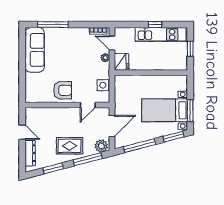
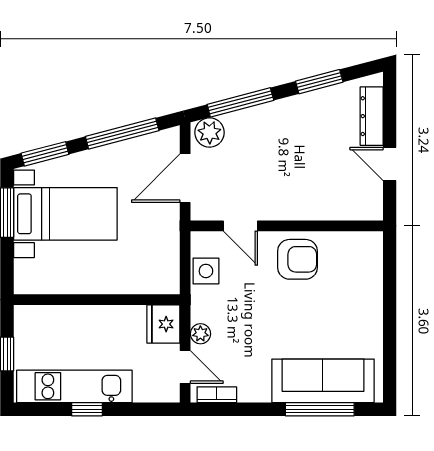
sofa: (35, 50) -> (323, 381), moved, turned 90
armchair: (63, 90) -> (297, 259), turned 180
door: (88, 105) -> (240, 226), swing flipped
rug: (69, 146) -> (282, 133), removed

